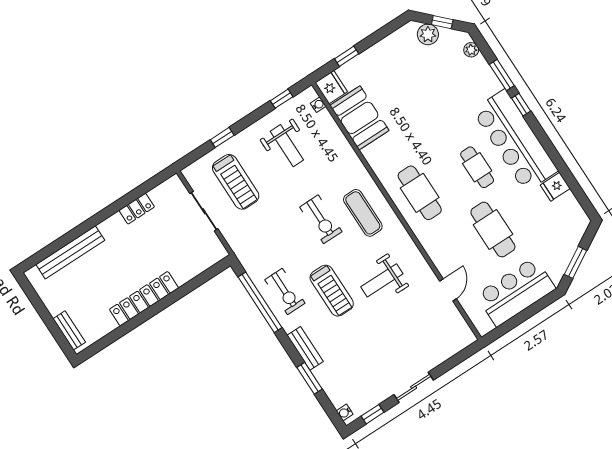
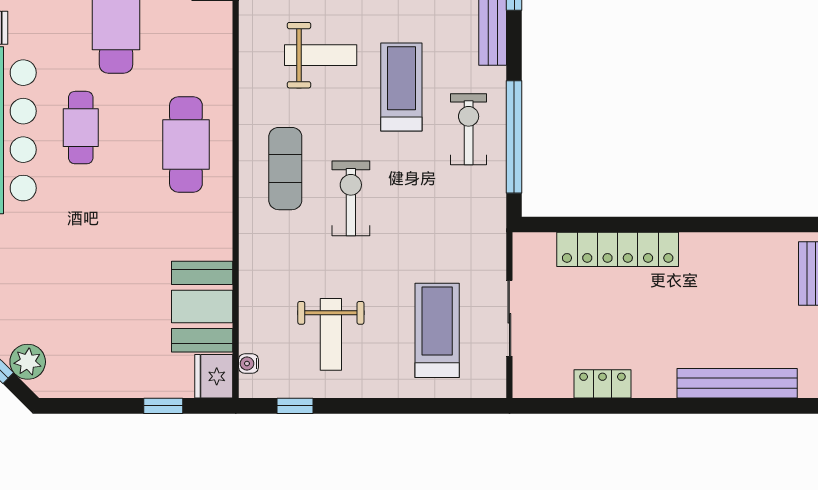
window: (222, 137) -> (415, 406), removed
weight bench: (287, 146) -> (331, 334), turned 180
locker: (144, 299) -> (618, 249), moved

